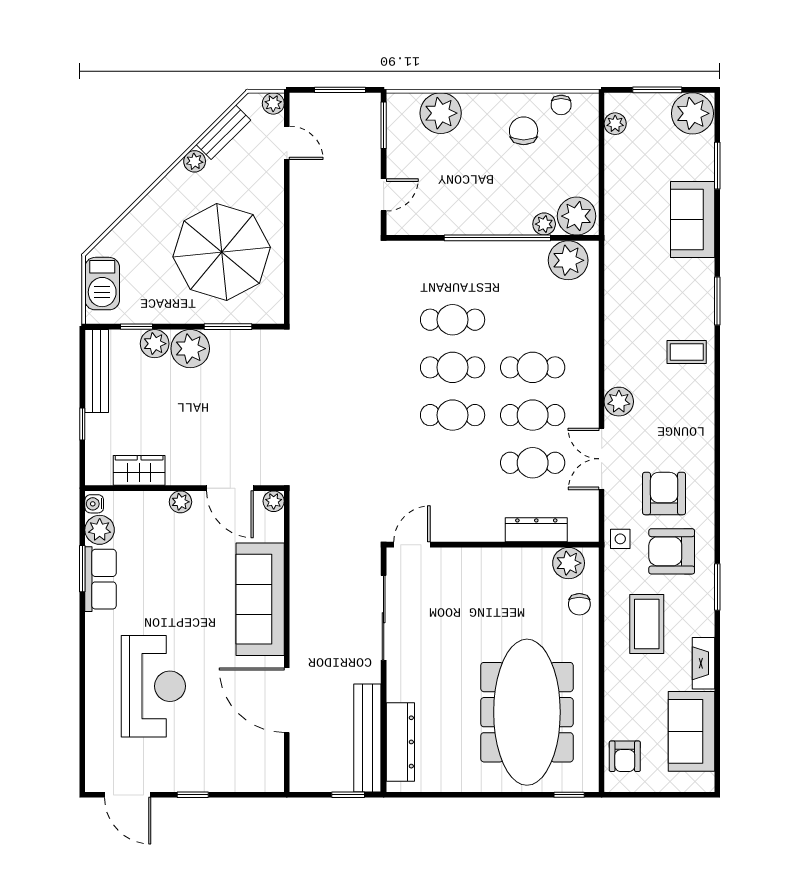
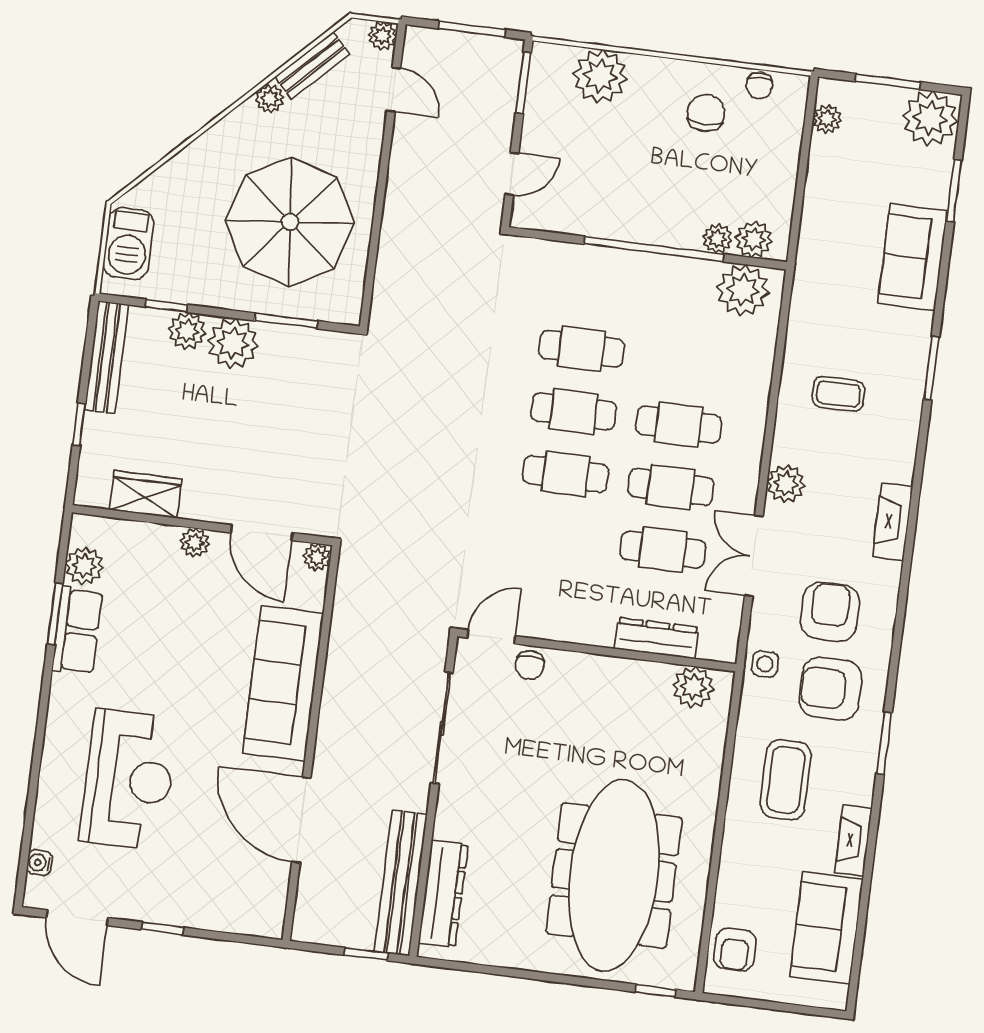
plant: (577, 216) -> (754, 239), width x0.73, depth x0.73
coffee table: (687, 352) -> (838, 394), moved
fireplace: (702, 420) -> (892, 522), added
water cooler: (94, 504) -> (40, 863), moved
chair: (579, 604) -> (530, 665), moved

